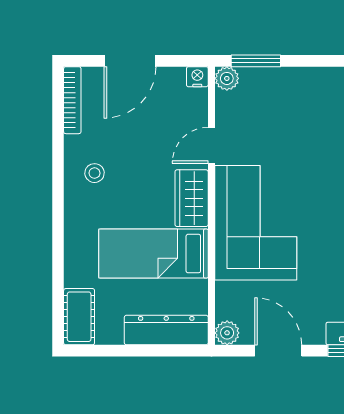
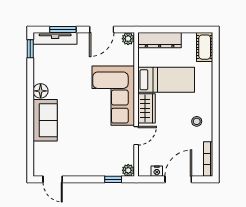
window: (256, 61) -> (113, 179), width x0.67
nightstand: (197, 77) -> (157, 171), moved
door: (278, 351) -> (102, 29), hinge flipped

